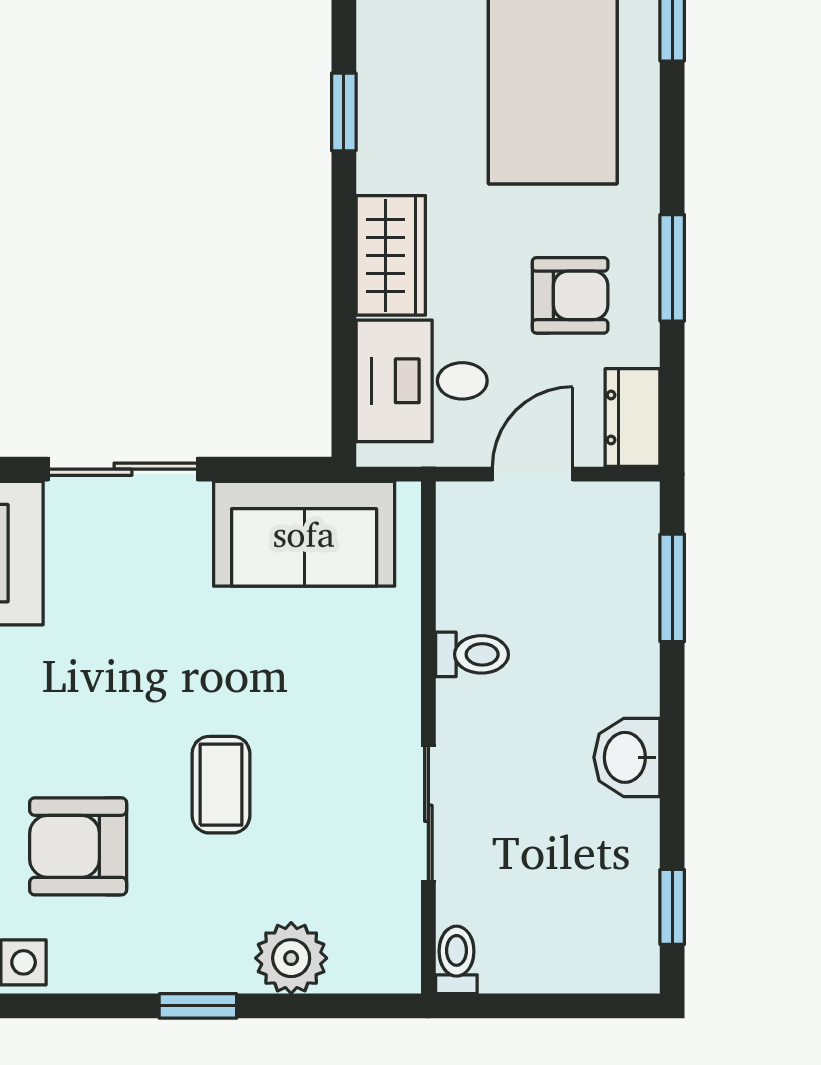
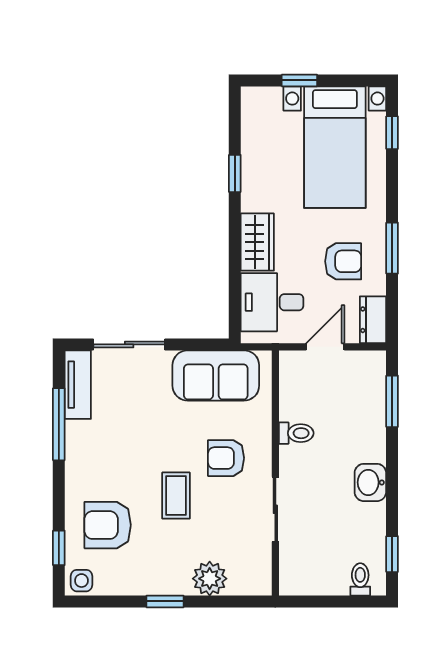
armchair: (325, 706) -> (226, 458), added
toilet: (456, 960) -> (360, 579), moved

